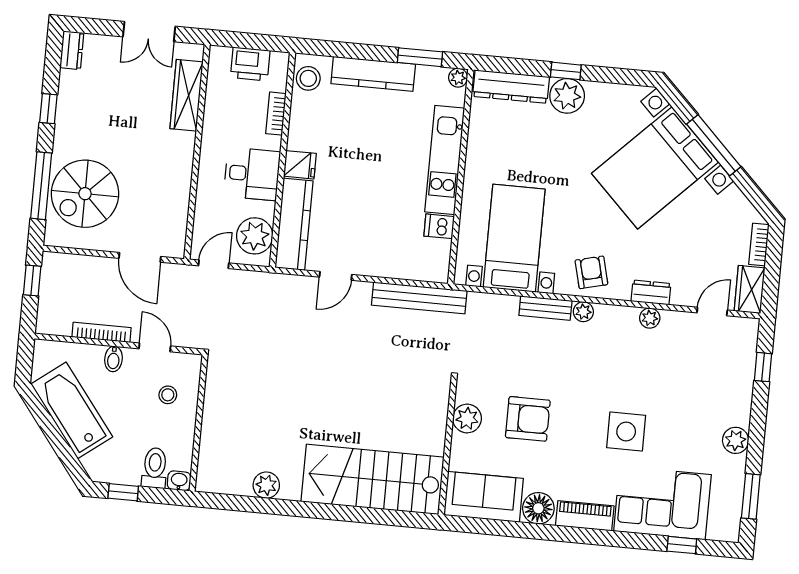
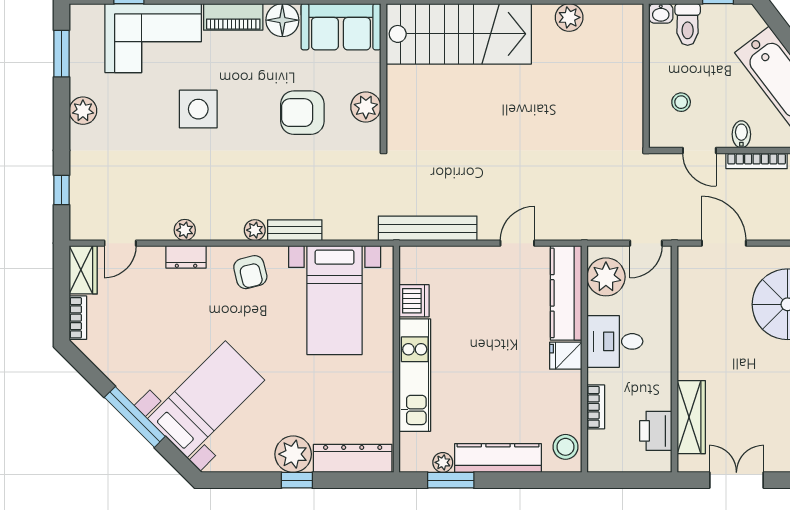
printer: (250, 64) -> (656, 431), moved, turned -90
plant: (458, 78) -> (443, 462), moved
bed with nightstands: (655, 168) -> (206, 399), width x0.73
dishwasher: (439, 226) -> (414, 301), width x1.38

